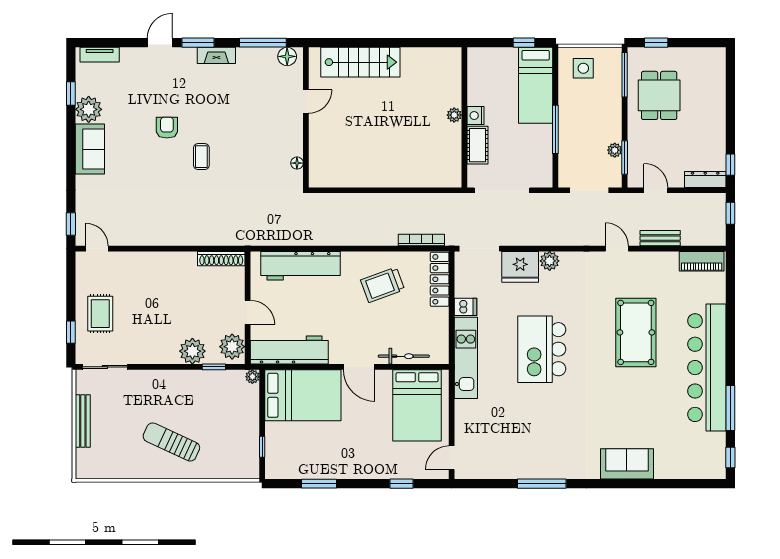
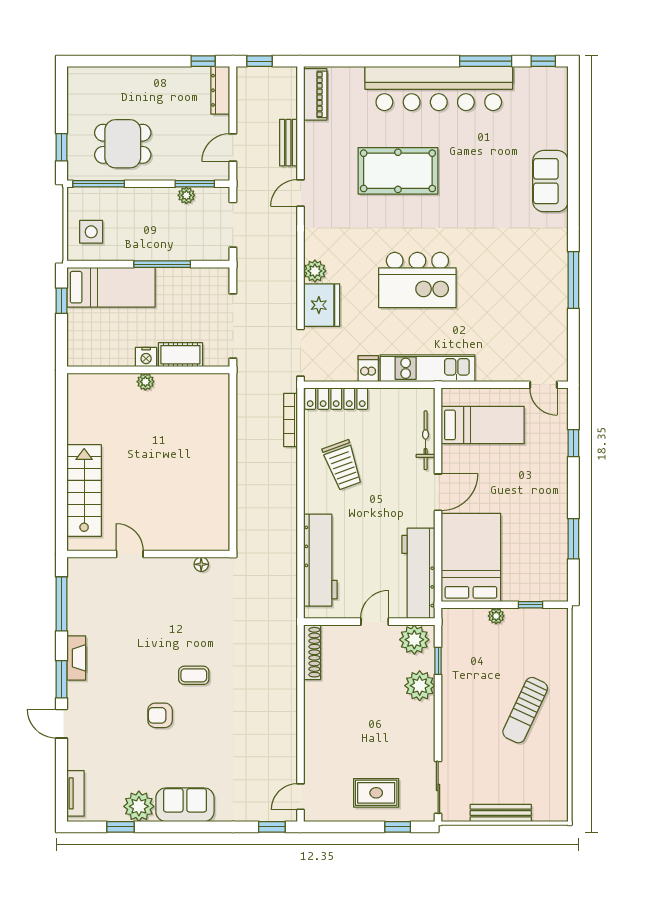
floor lamp: (287, 56) -> (78, 576), removed
plant: (252, 377) -> (496, 616), moved
bed: (417, 405) -> (483, 425), width x0.67

